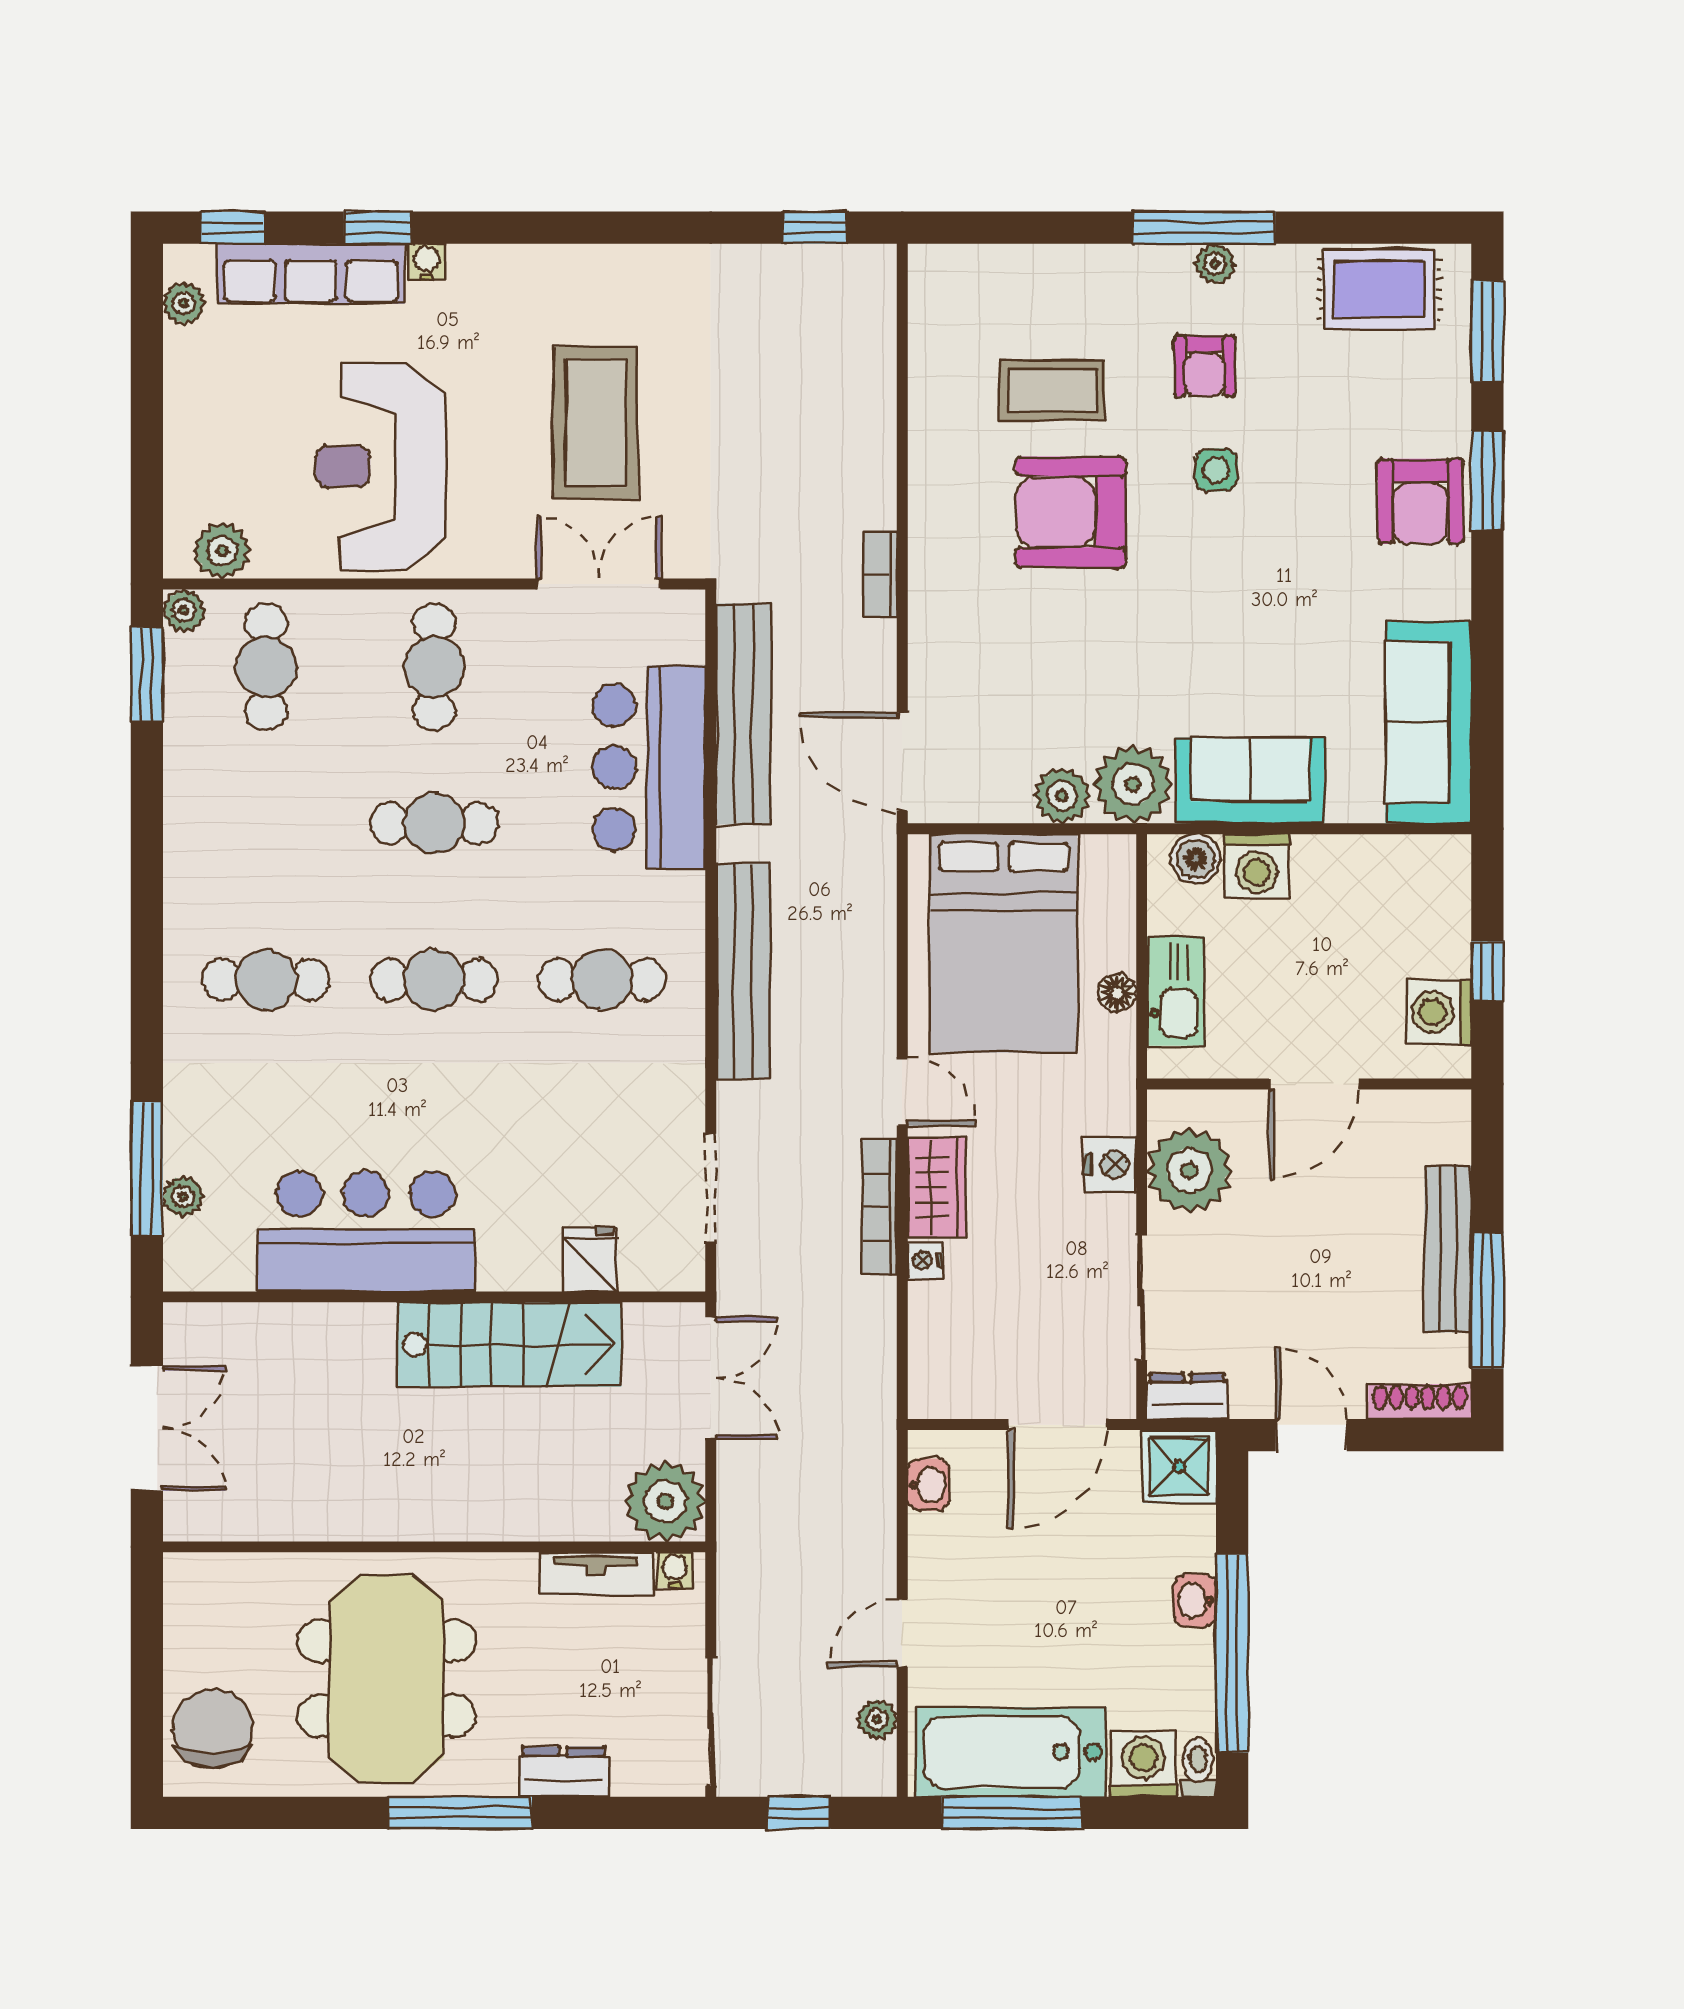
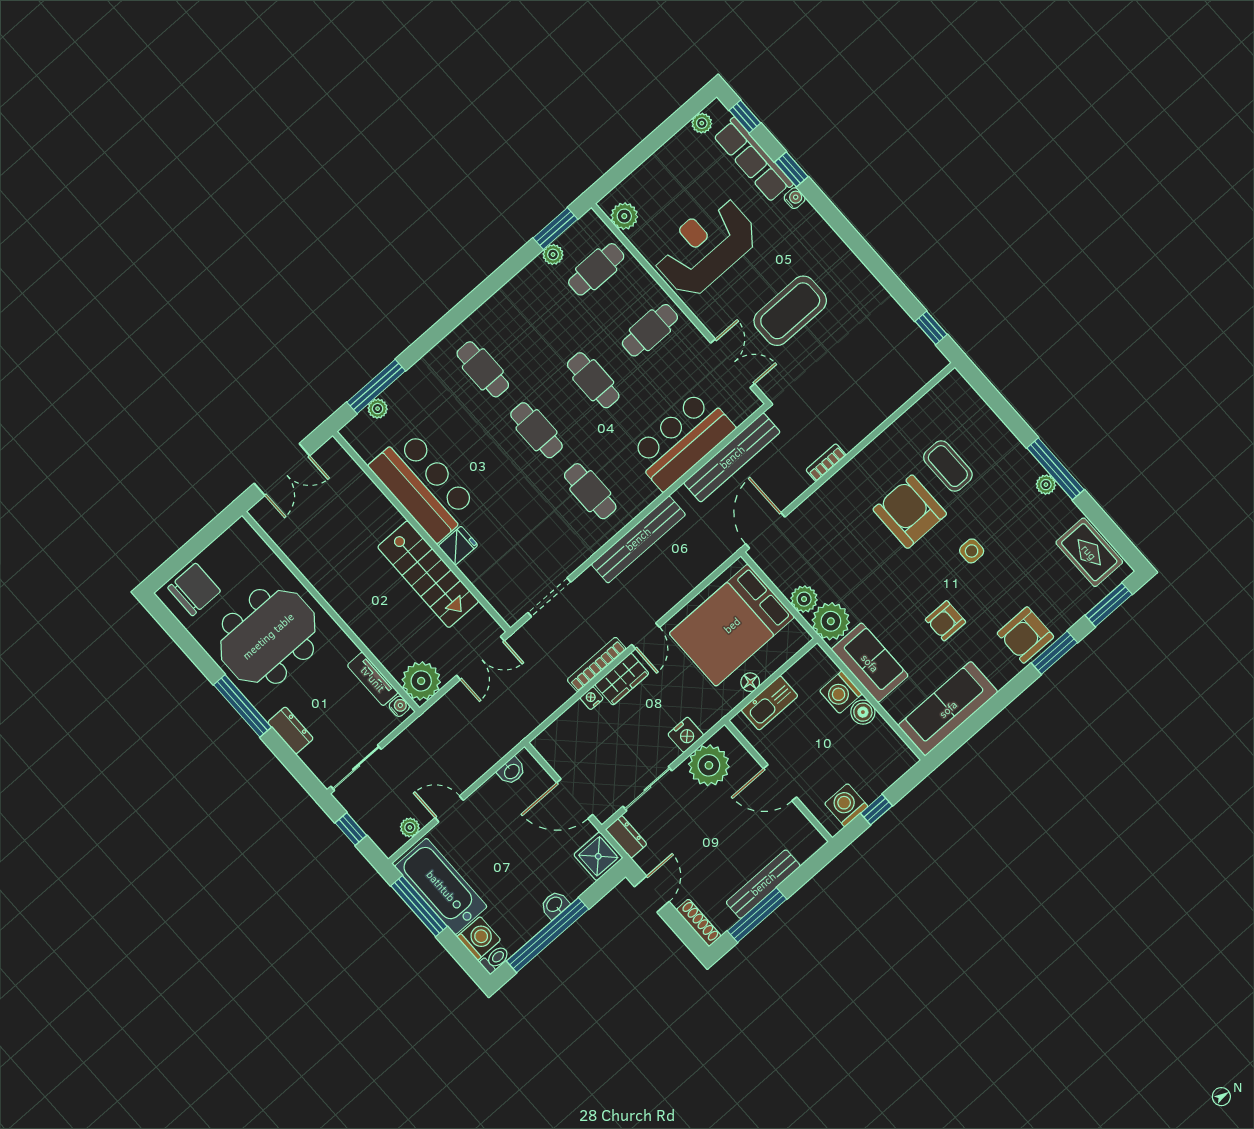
armchair: (1204, 366) -> (945, 621), moved
plant: (184, 610) -> (553, 254), moved
boiler: (1196, 859) -> (863, 712), moved
fridge: (590, 1259) -> (458, 546), moved

